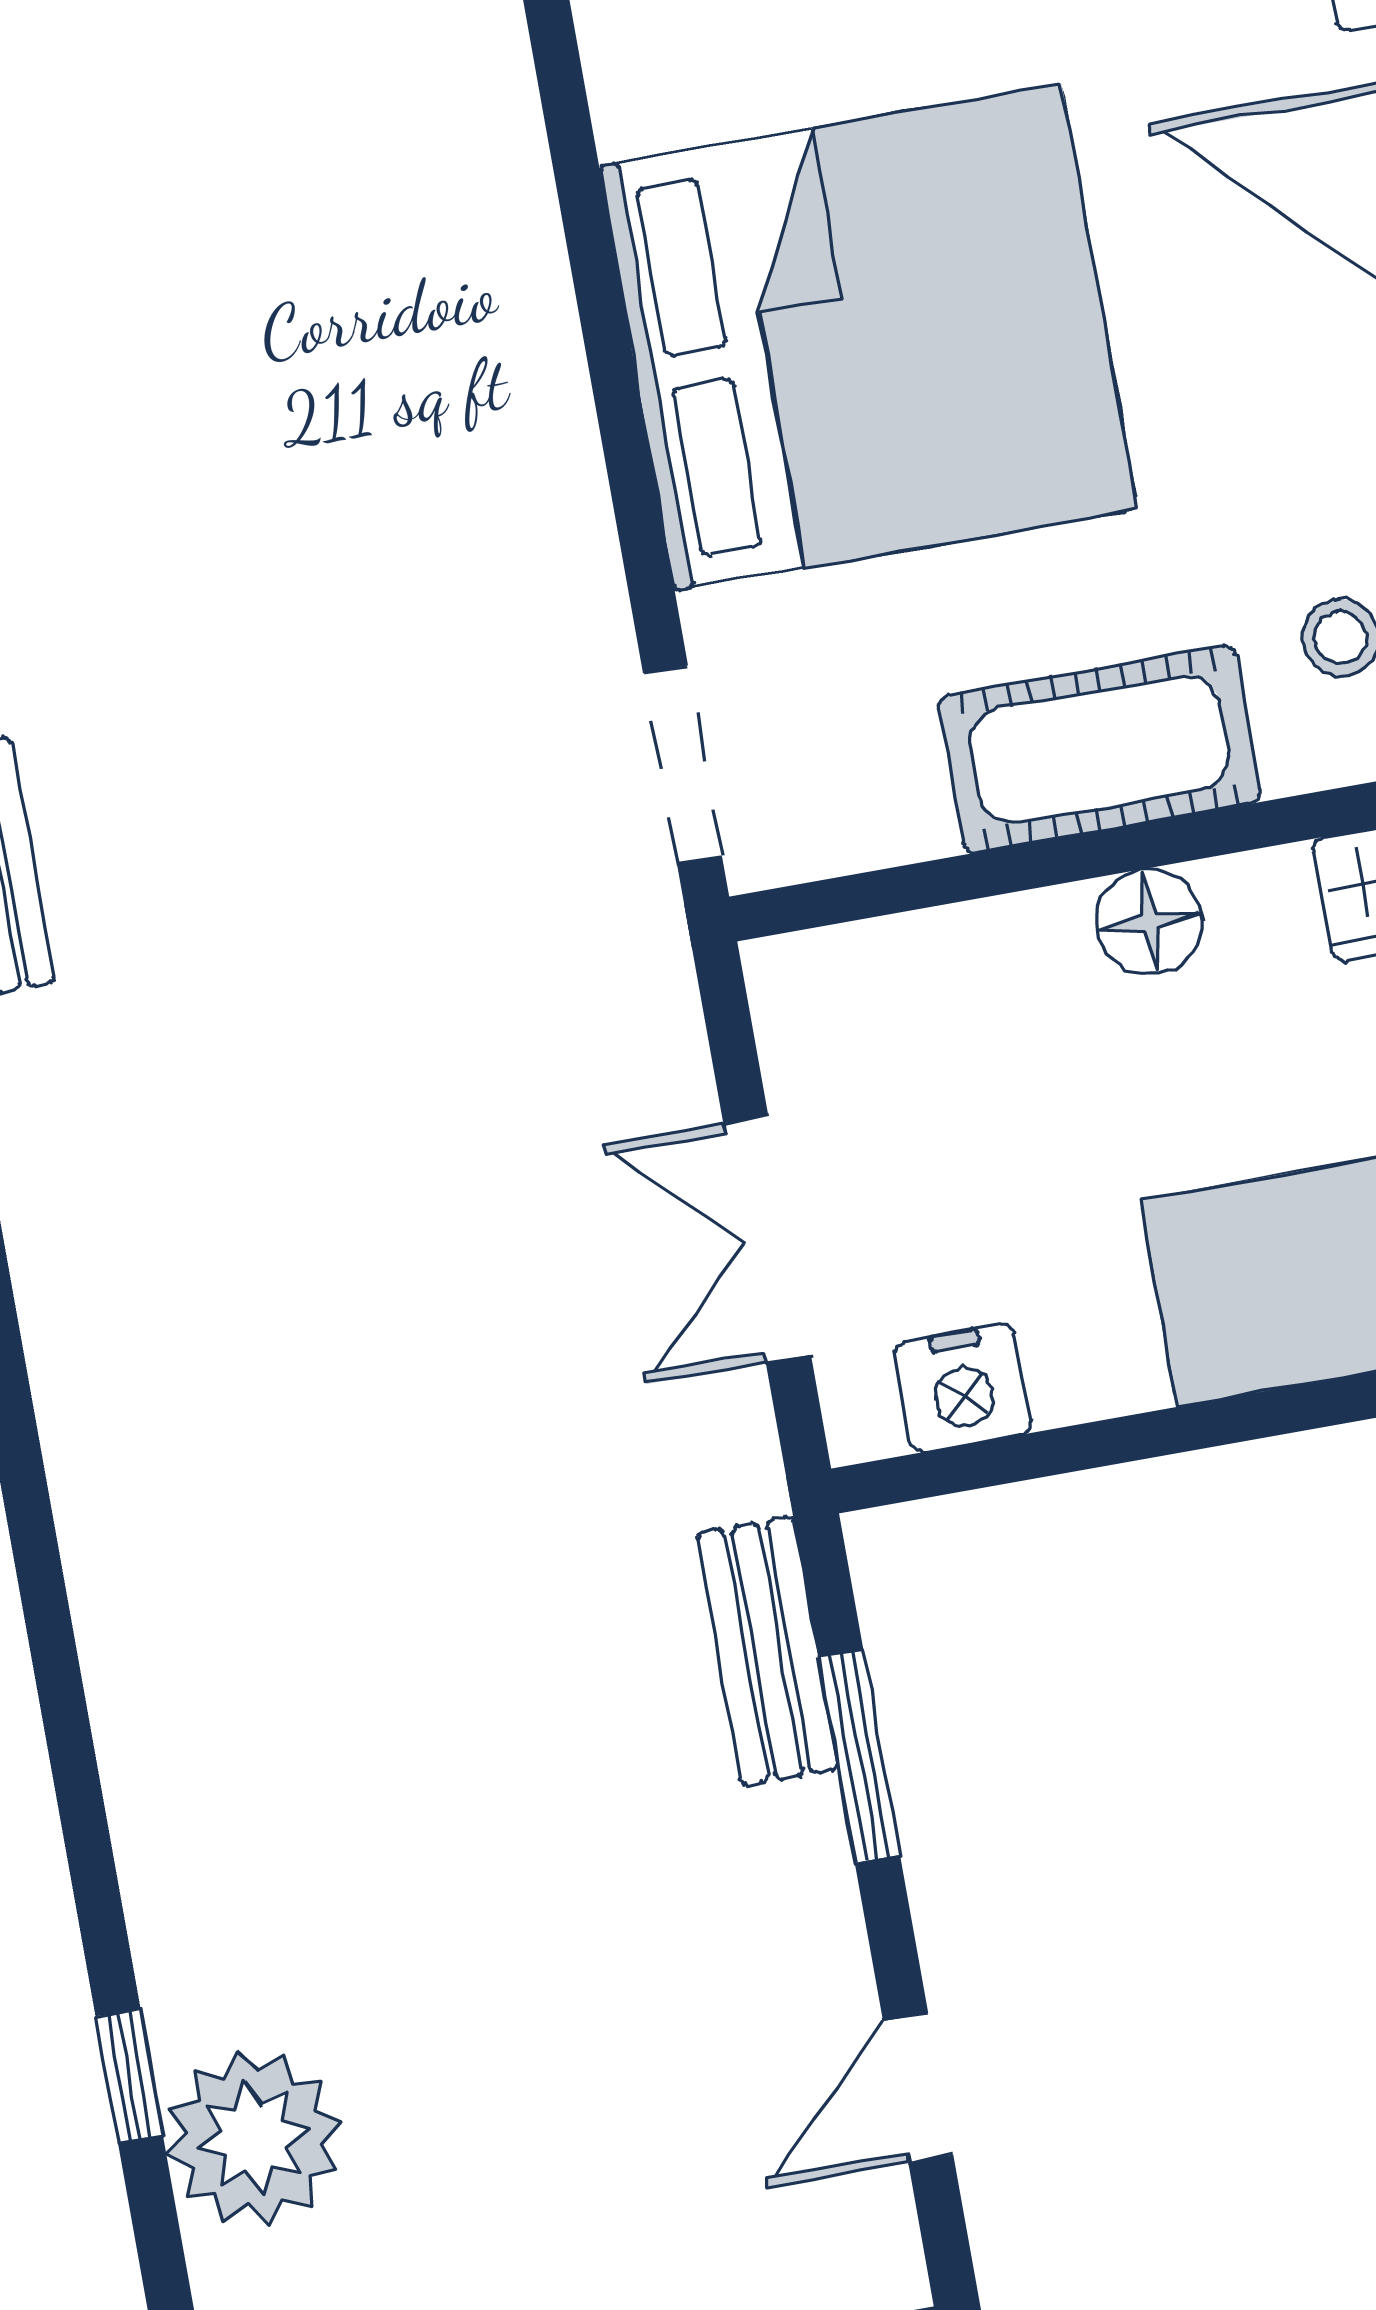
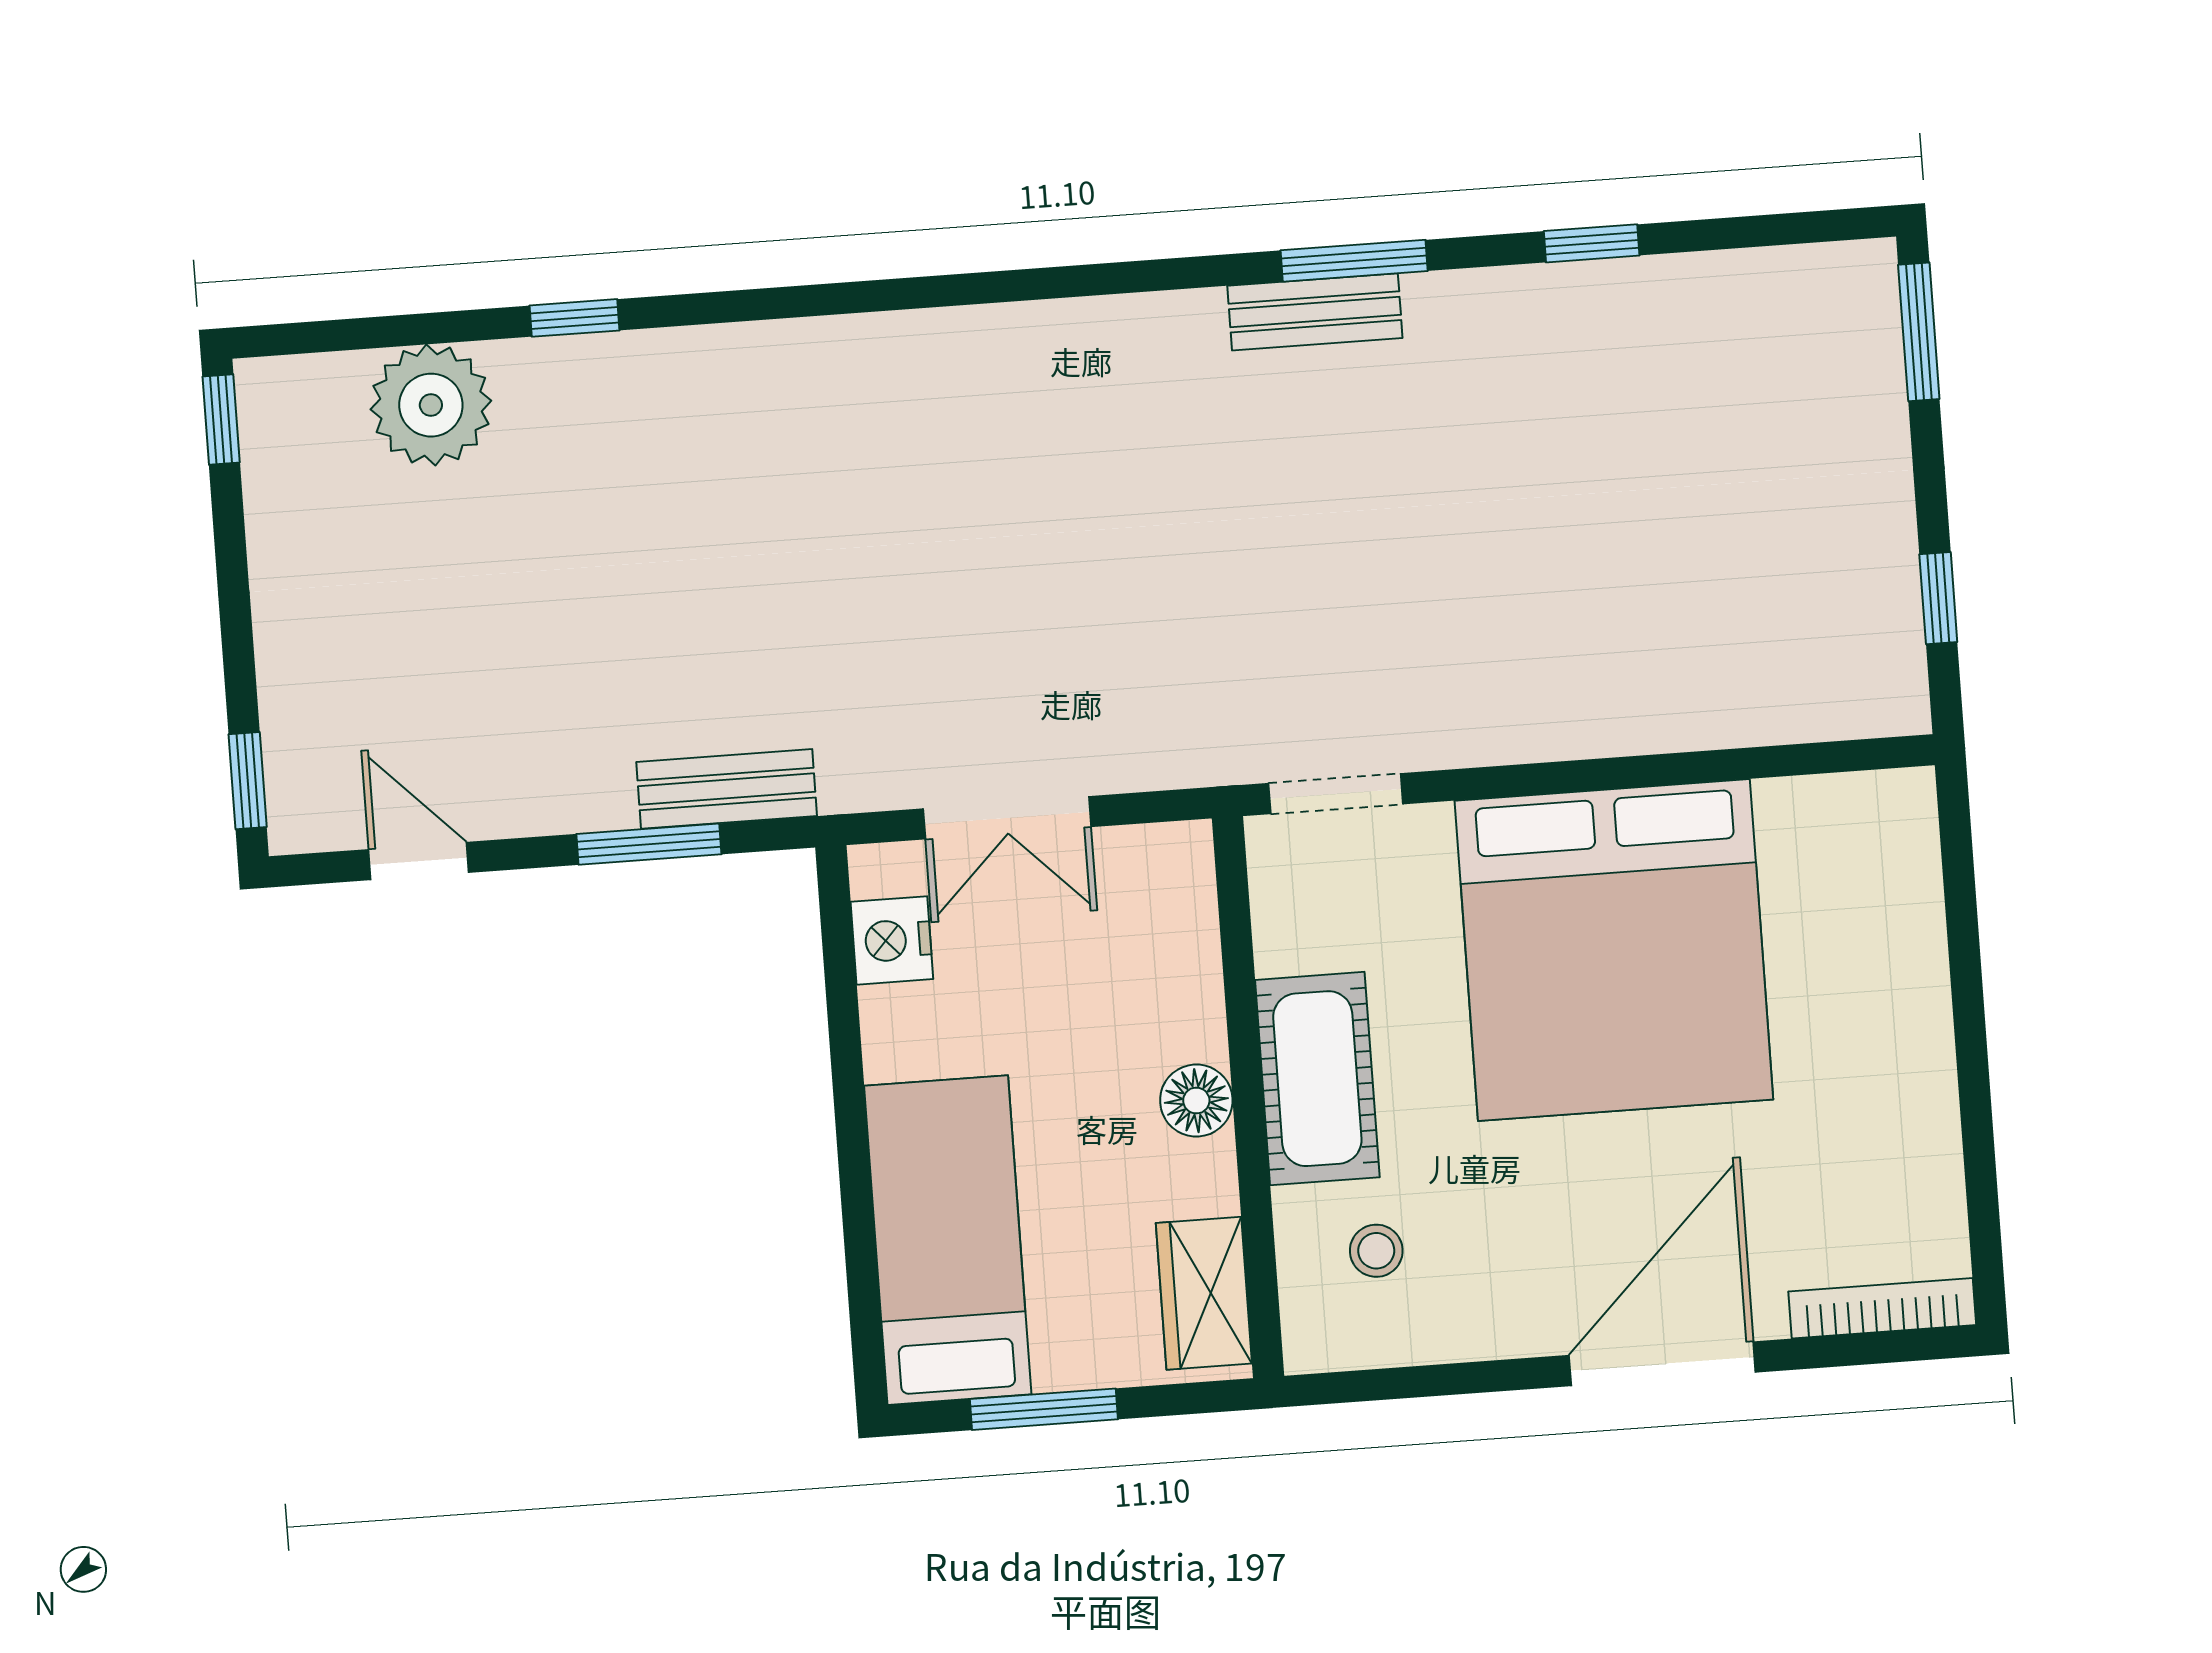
double door: (767, 1239) -> (1007, 818), swing flipped
window: (129, 2076) -> (575, 318), moved

